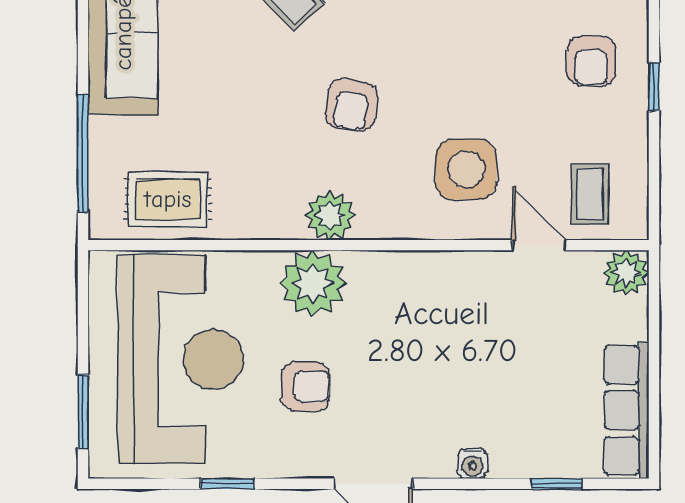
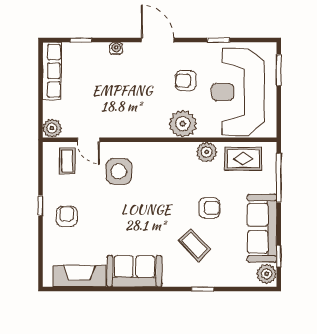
armchair: (351, 105) -> (209, 208), moved, turned 82
plant: (330, 216) -> (207, 152), moved

